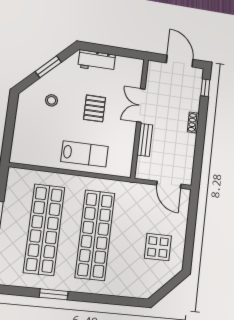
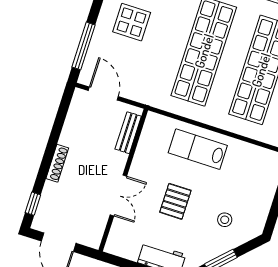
shoe rack: (193, 123) -> (57, 163), width x1.43
bench: (145, 140) -> (128, 133), moved
window: (192, 220) -> (84, 46), added

